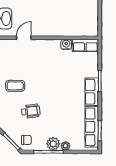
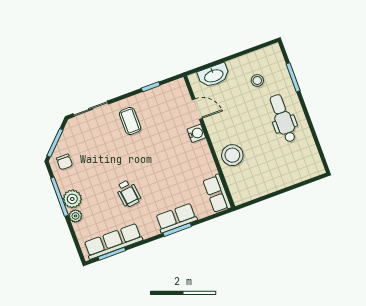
stool: (63, 26) -> (232, 155), added
water cooler: (66, 44) -> (196, 133), moved
row of seats: (92, 92) -> (176, 218), moved
wheelchair: (31, 111) -> (128, 193), moved

